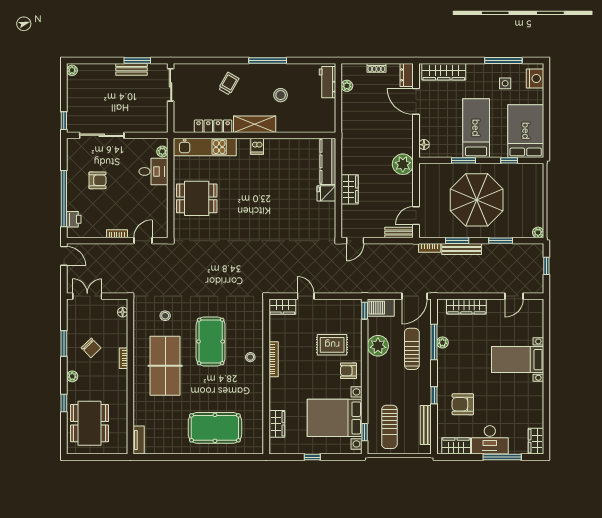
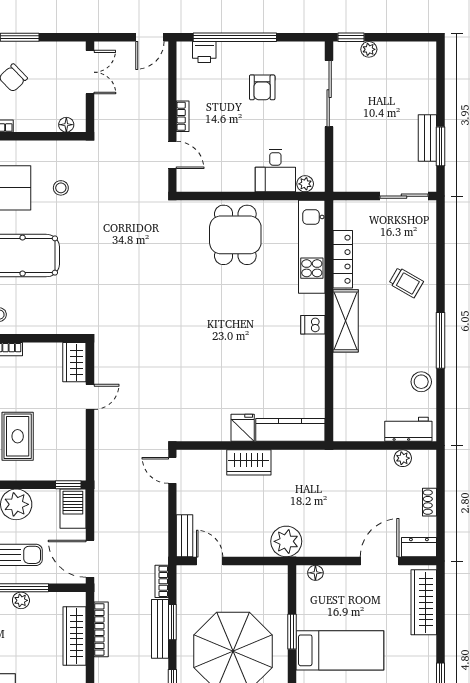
plant: (72, 70) -> (369, 49), moved
stool: (281, 95) -> (421, 382), moved
bookcase: (462, 289) -> (101, 629), added

